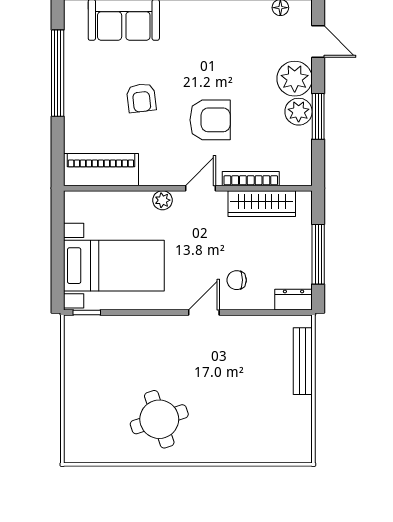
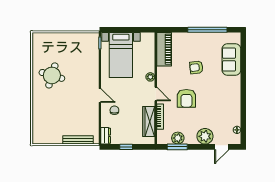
plant: (299, 112) -> (178, 138), moved
window: (318, 116) -> (177, 147), moved
window: (318, 254) -> (126, 147), width x0.46
round table: (159, 419) -> (52, 75), turned 35

